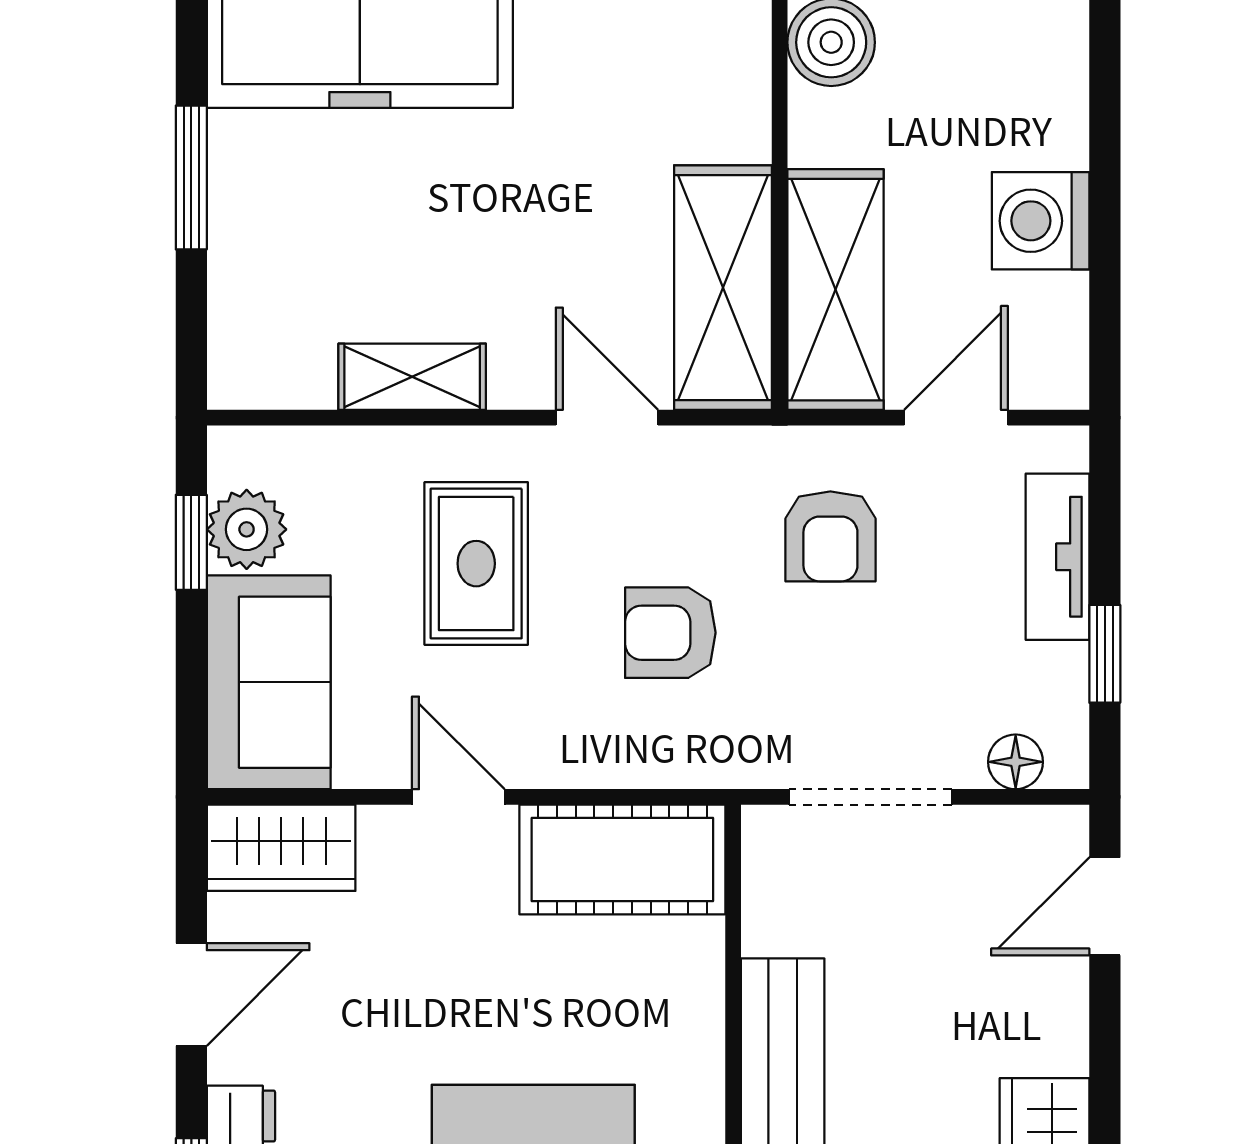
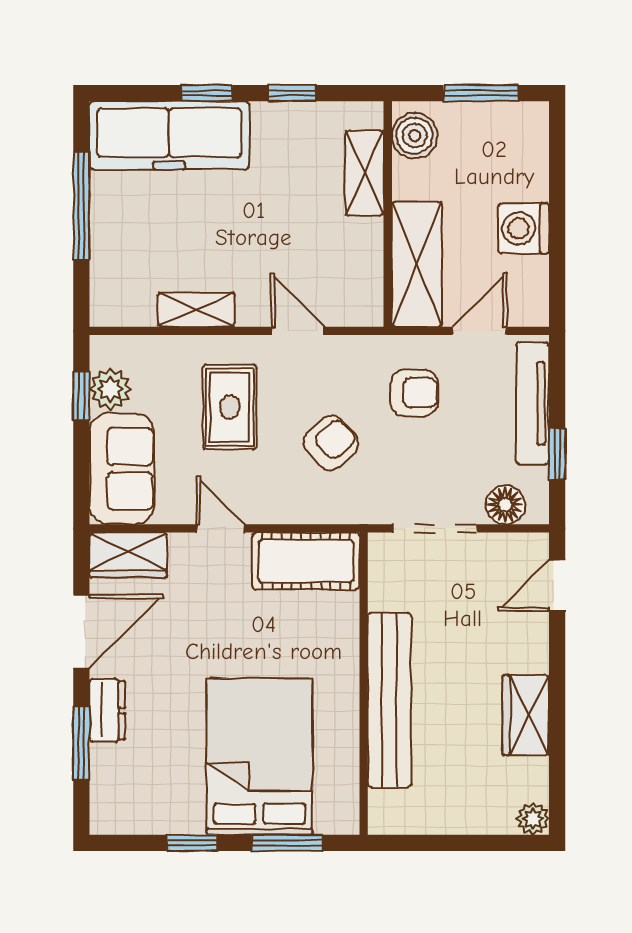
window: (191, 177) -> (81, 206), width x1.44
shelving: (723, 288) -> (365, 173), moved, width x0.67, depth x0.75
armchair: (830, 536) -> (414, 393), turned -90
tv unit: (1058, 557) -> (532, 403), width x1.41
armchair: (670, 633) -> (331, 443), turned 139
floor lamp: (1016, 762) -> (505, 505), width x1.37, depth x1.37
door: (191, 995) -> (81, 631), width x1.38

